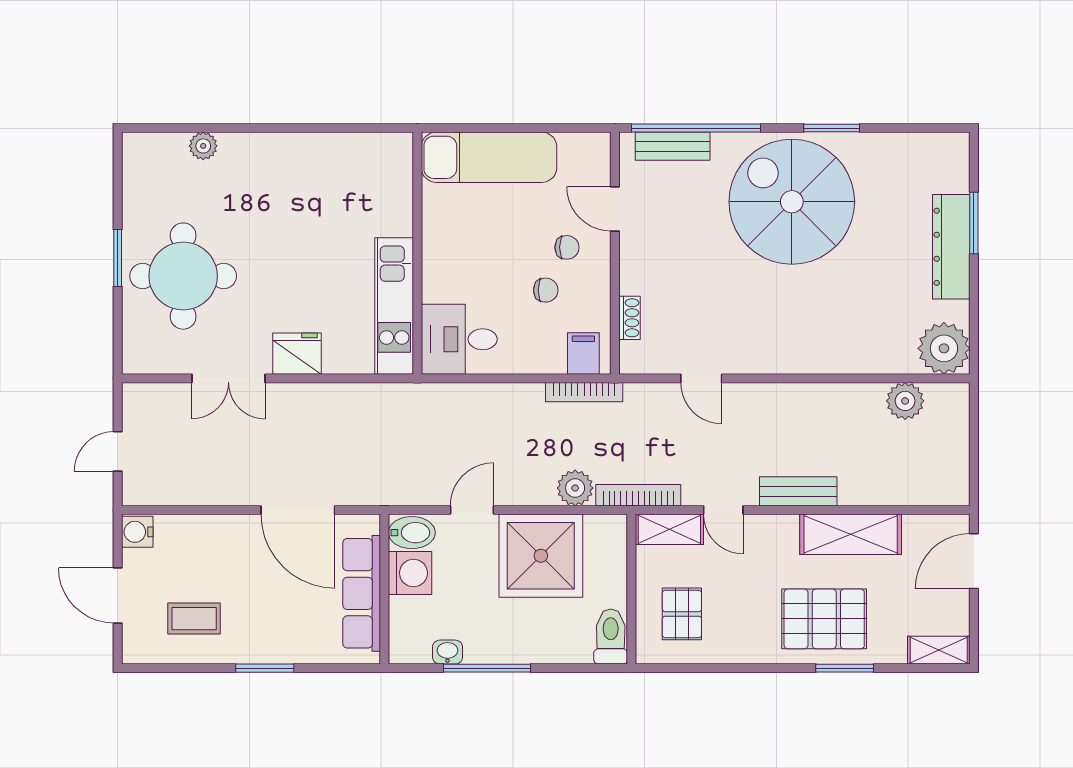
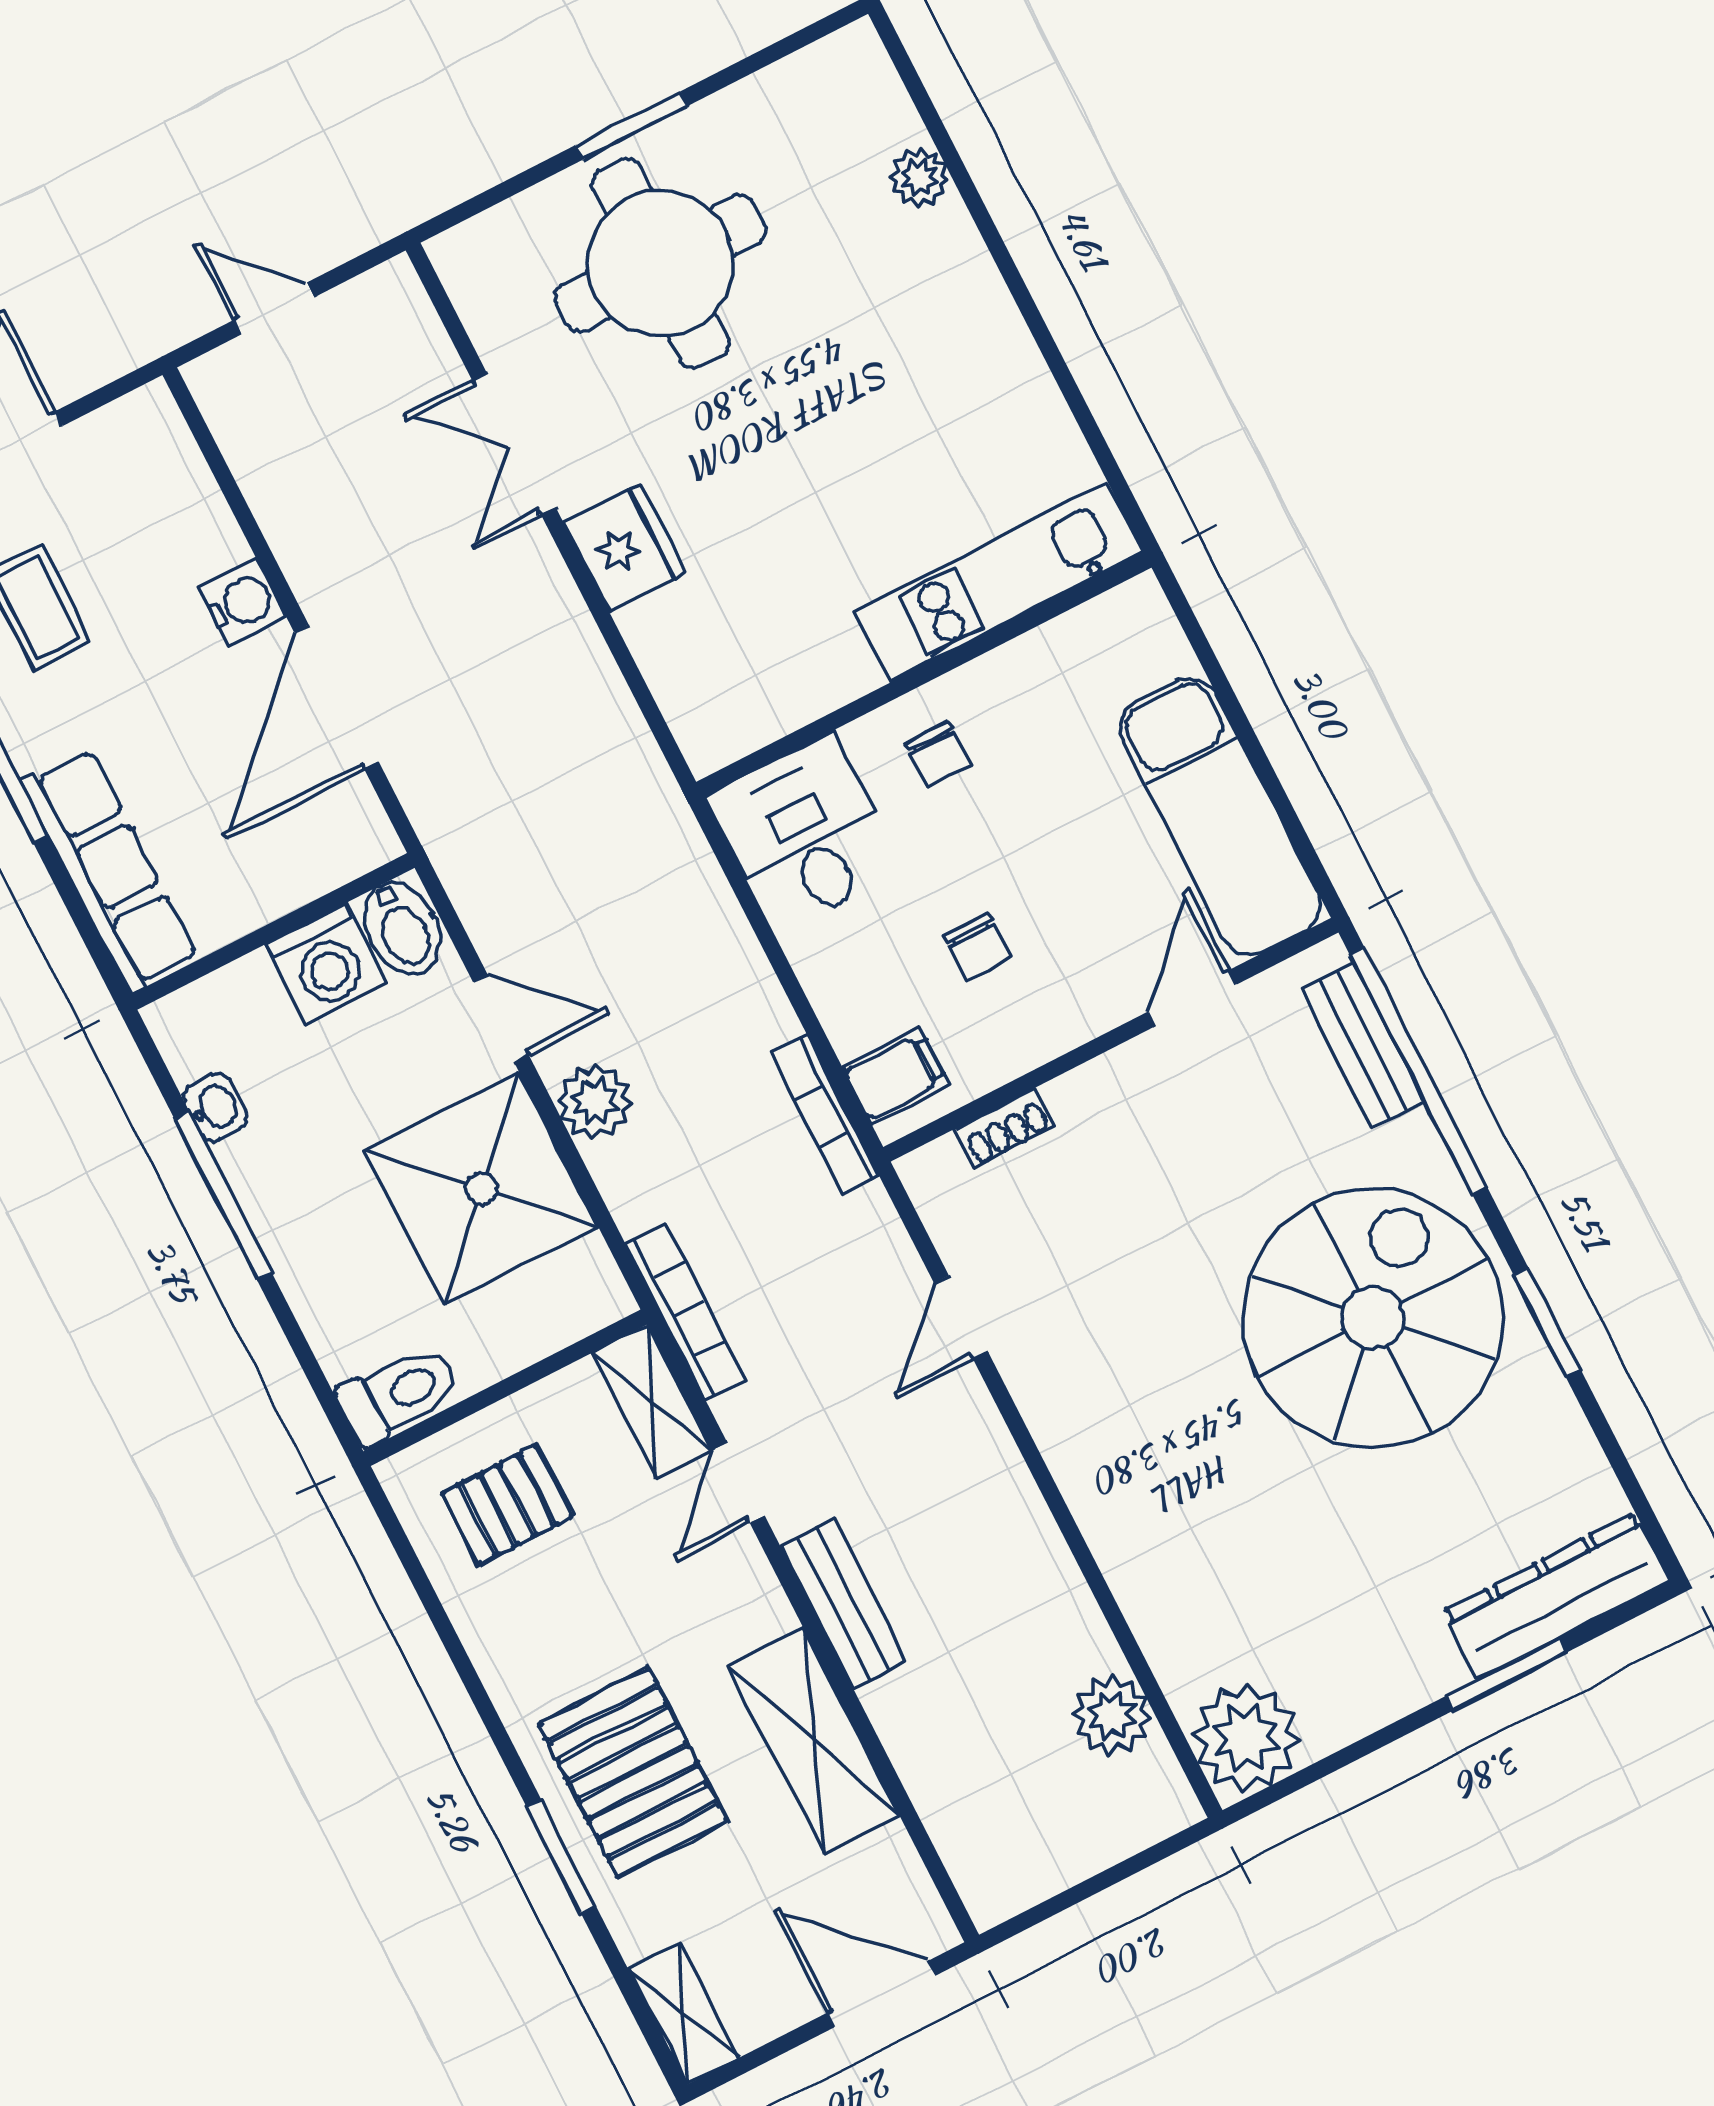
exam couch: (489, 157) -> (1220, 817), moved
chair: (567, 247) -> (938, 754), moved
dresser: (951, 247) -> (1556, 1596), moved
kitchen unit: (394, 306) -> (1000, 582), moved
plant: (575, 488) -> (595, 1101), moved
water cooler: (137, 532) -> (242, 603), moved, turned 90
row of seats: (362, 593) -> (109, 870), moved, turned 90

